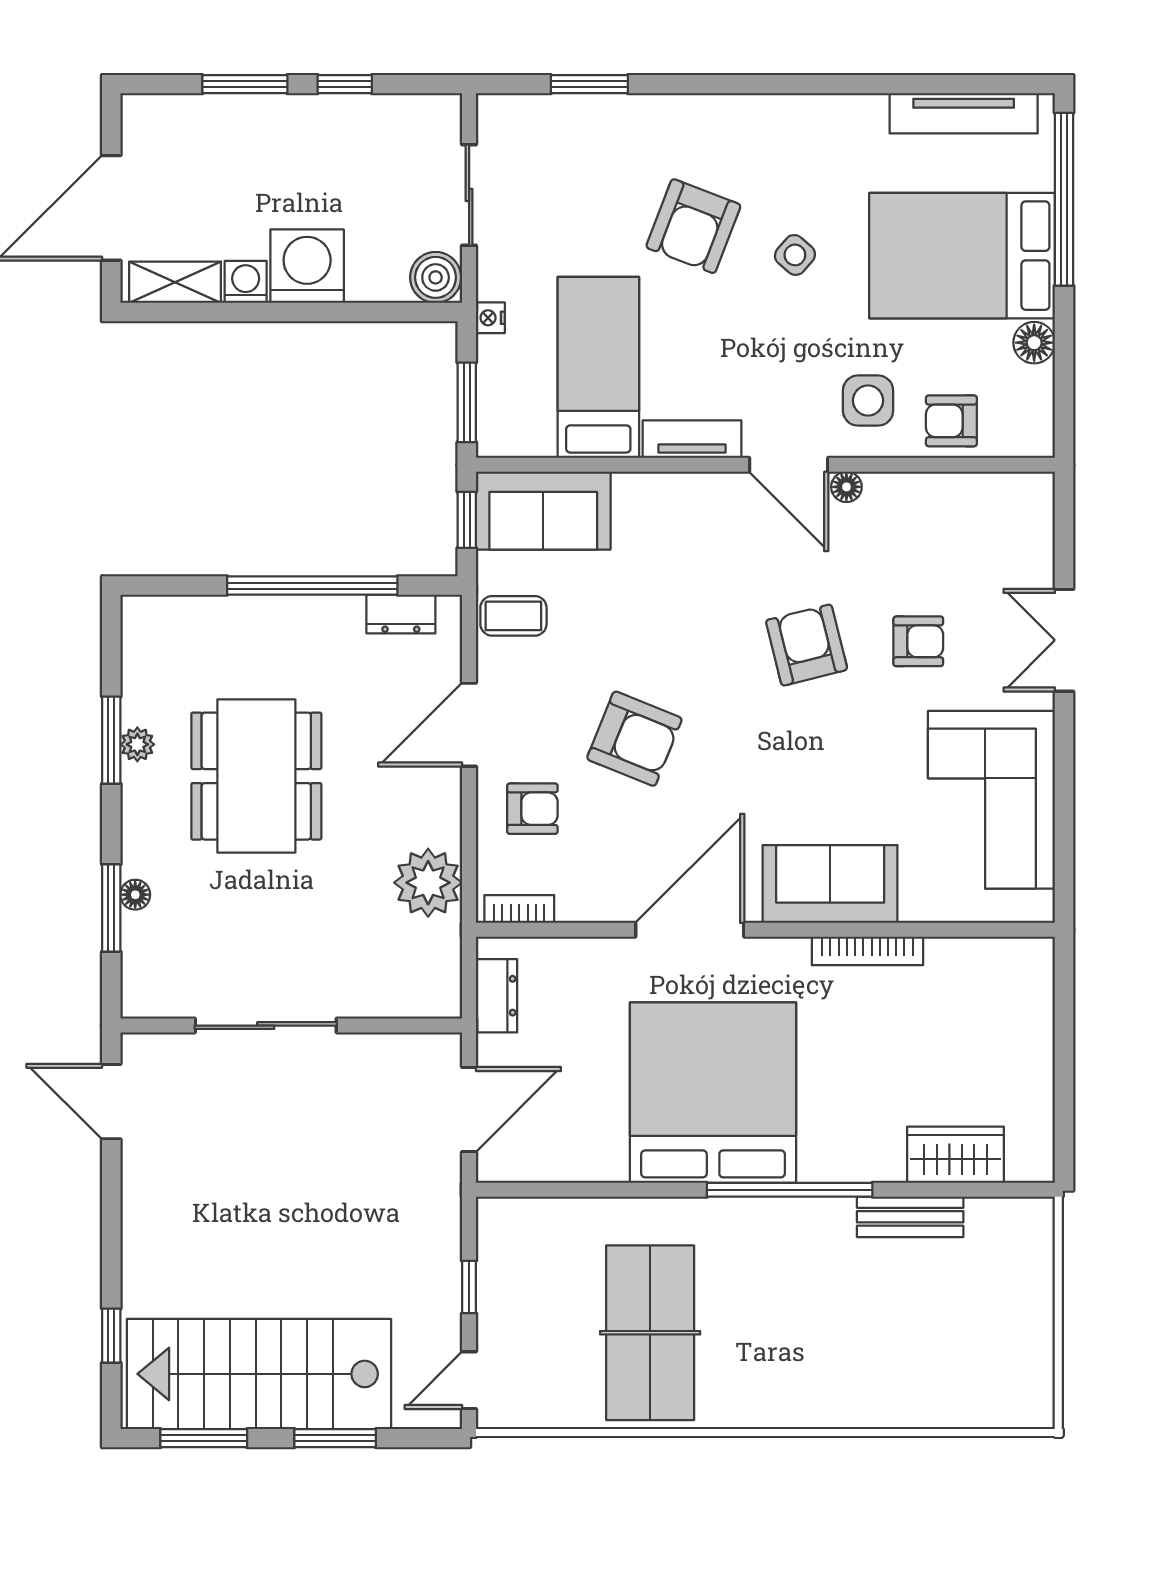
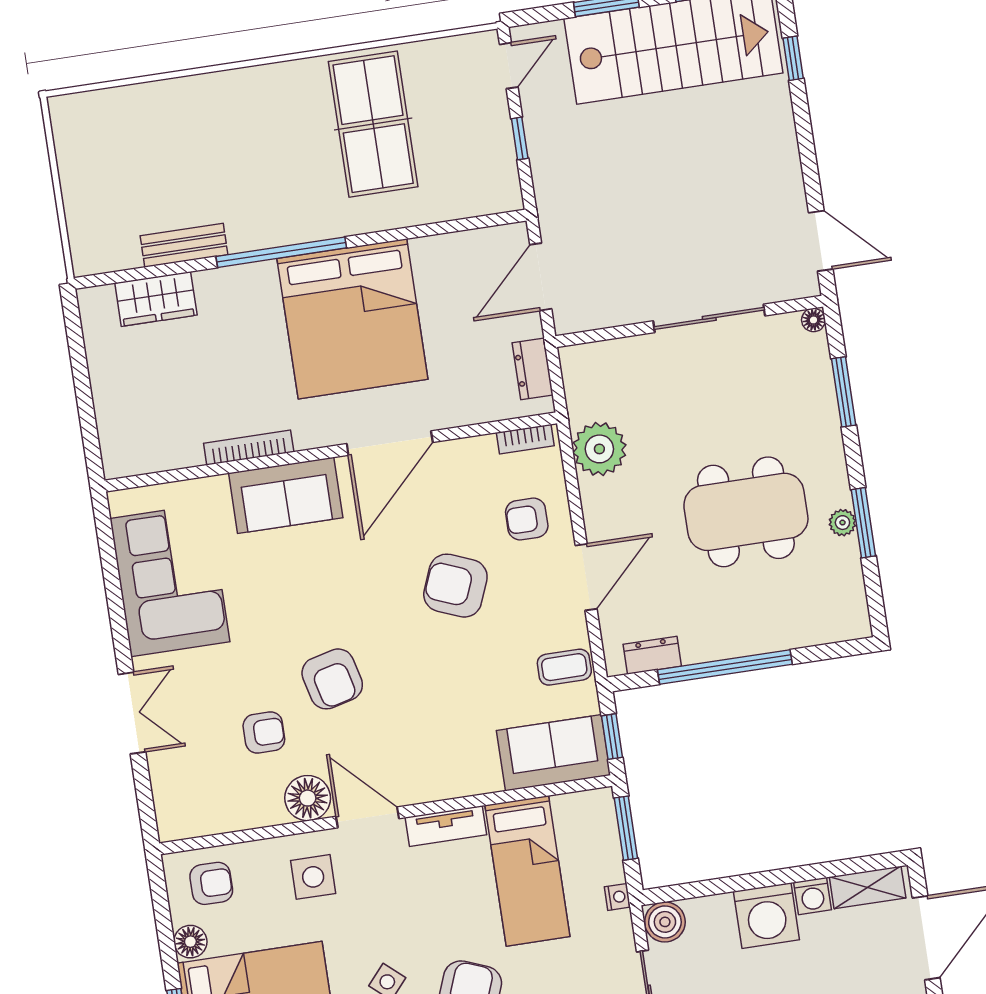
armchair: (951, 421) -> (211, 883), moved
floor lamp: (846, 487) -> (308, 798), width x1.89, depth x1.89
armchair: (918, 641) -> (264, 733), moved, turned 180
dining table: (256, 776) -> (746, 512), turned 90
floor lamp: (135, 895) -> (813, 320), moved

